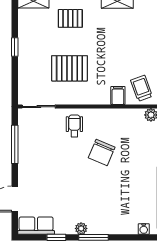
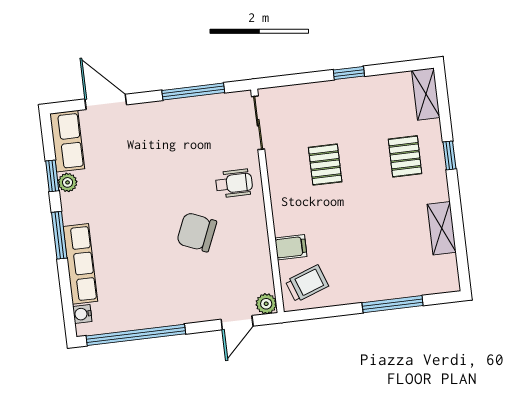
pallet: (69, 68) -> (325, 165), width x0.67, depth x0.71
row of seats: (113, 226) -> (80, 264), added
plant: (81, 228) -> (68, 182), moved

